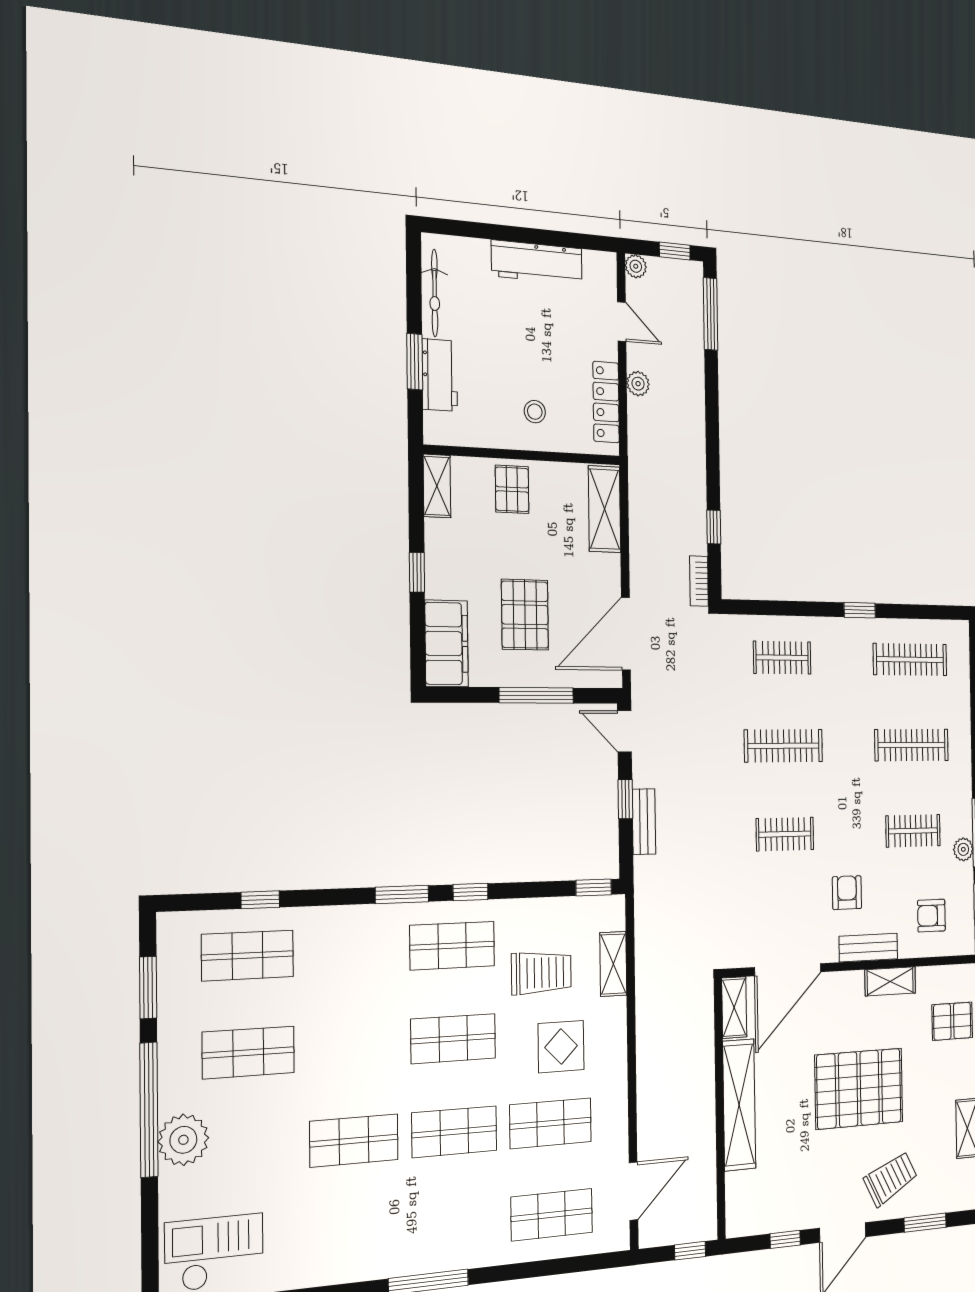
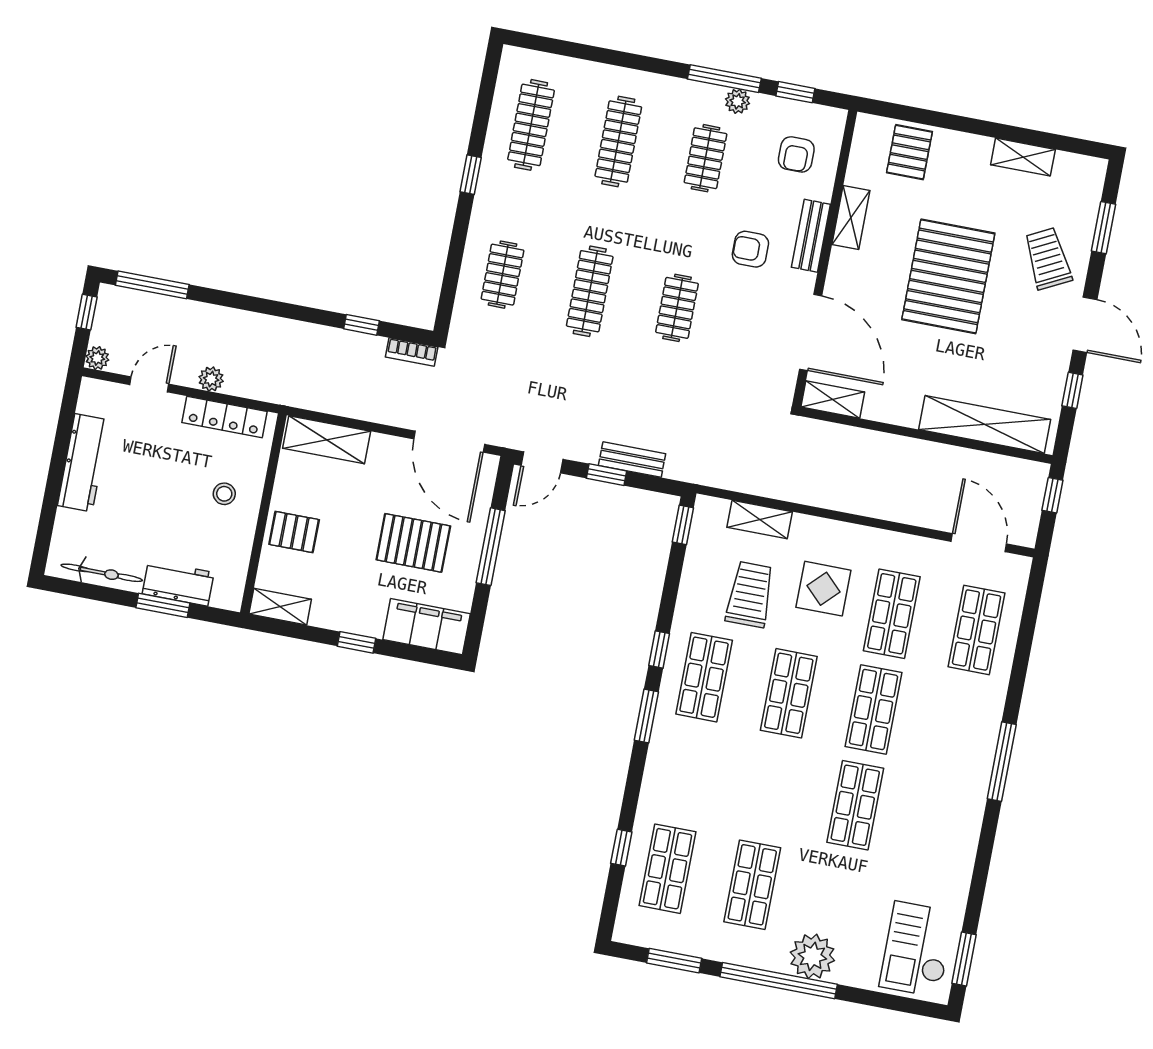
shelving: (739, 1105) -> (985, 424), moved

